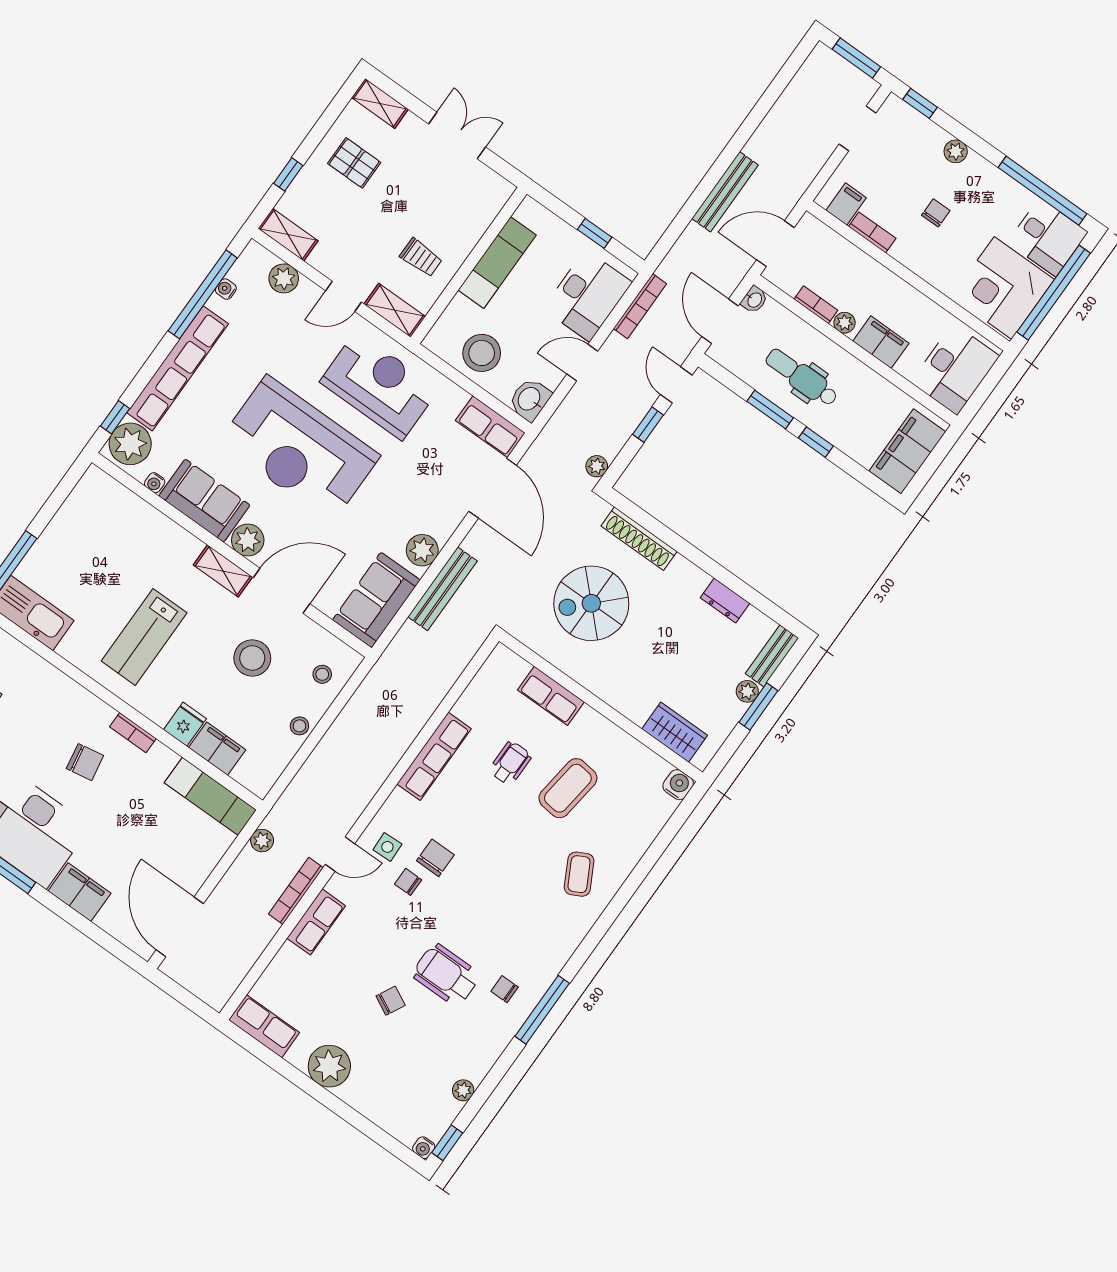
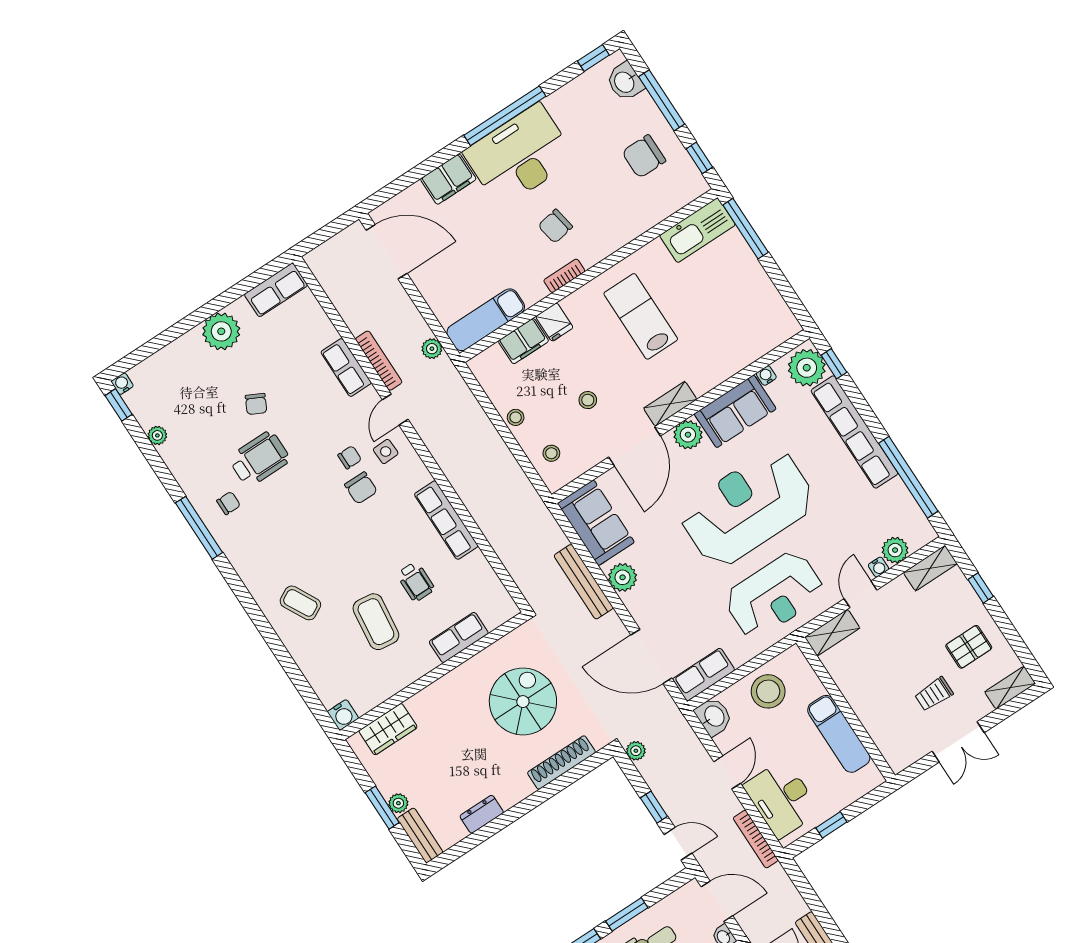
trolley: (421, 258) -> (934, 694), moved
water cooler: (226, 289) -> (879, 567), moved, turned 90
stool: (252, 658) -> (588, 400), width x0.53, depth x0.53

